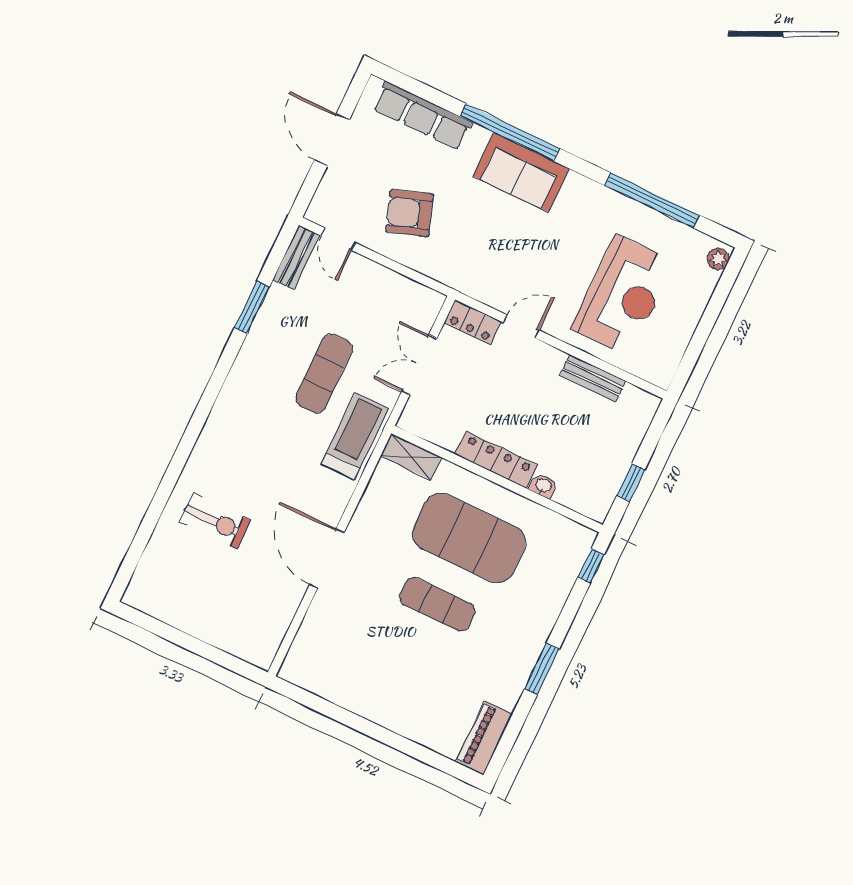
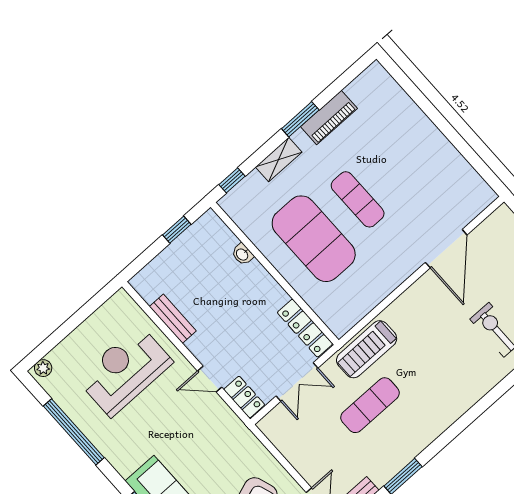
shelving: (411, 457) -> (279, 160), moved, turned 90
locker: (496, 460) -> (305, 328), moved
door: (327, 559) -> (446, 249), moved
piano: (484, 738) -> (329, 117), moved

